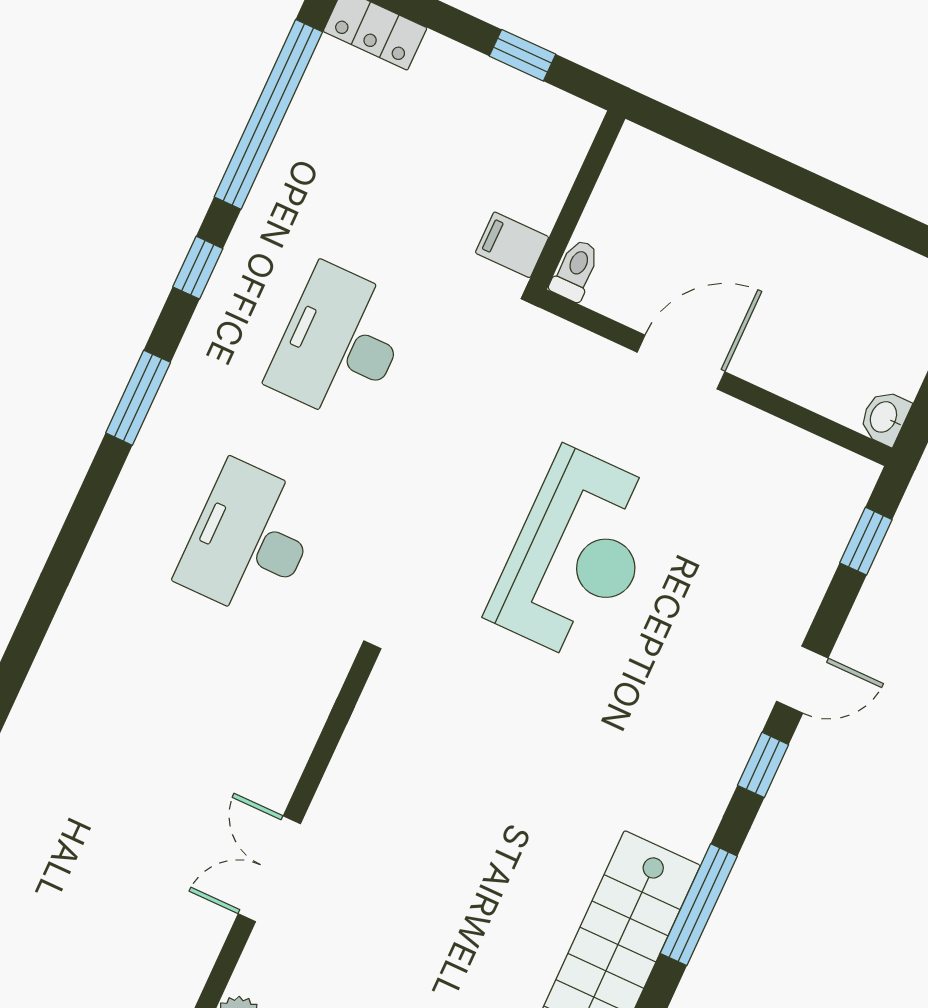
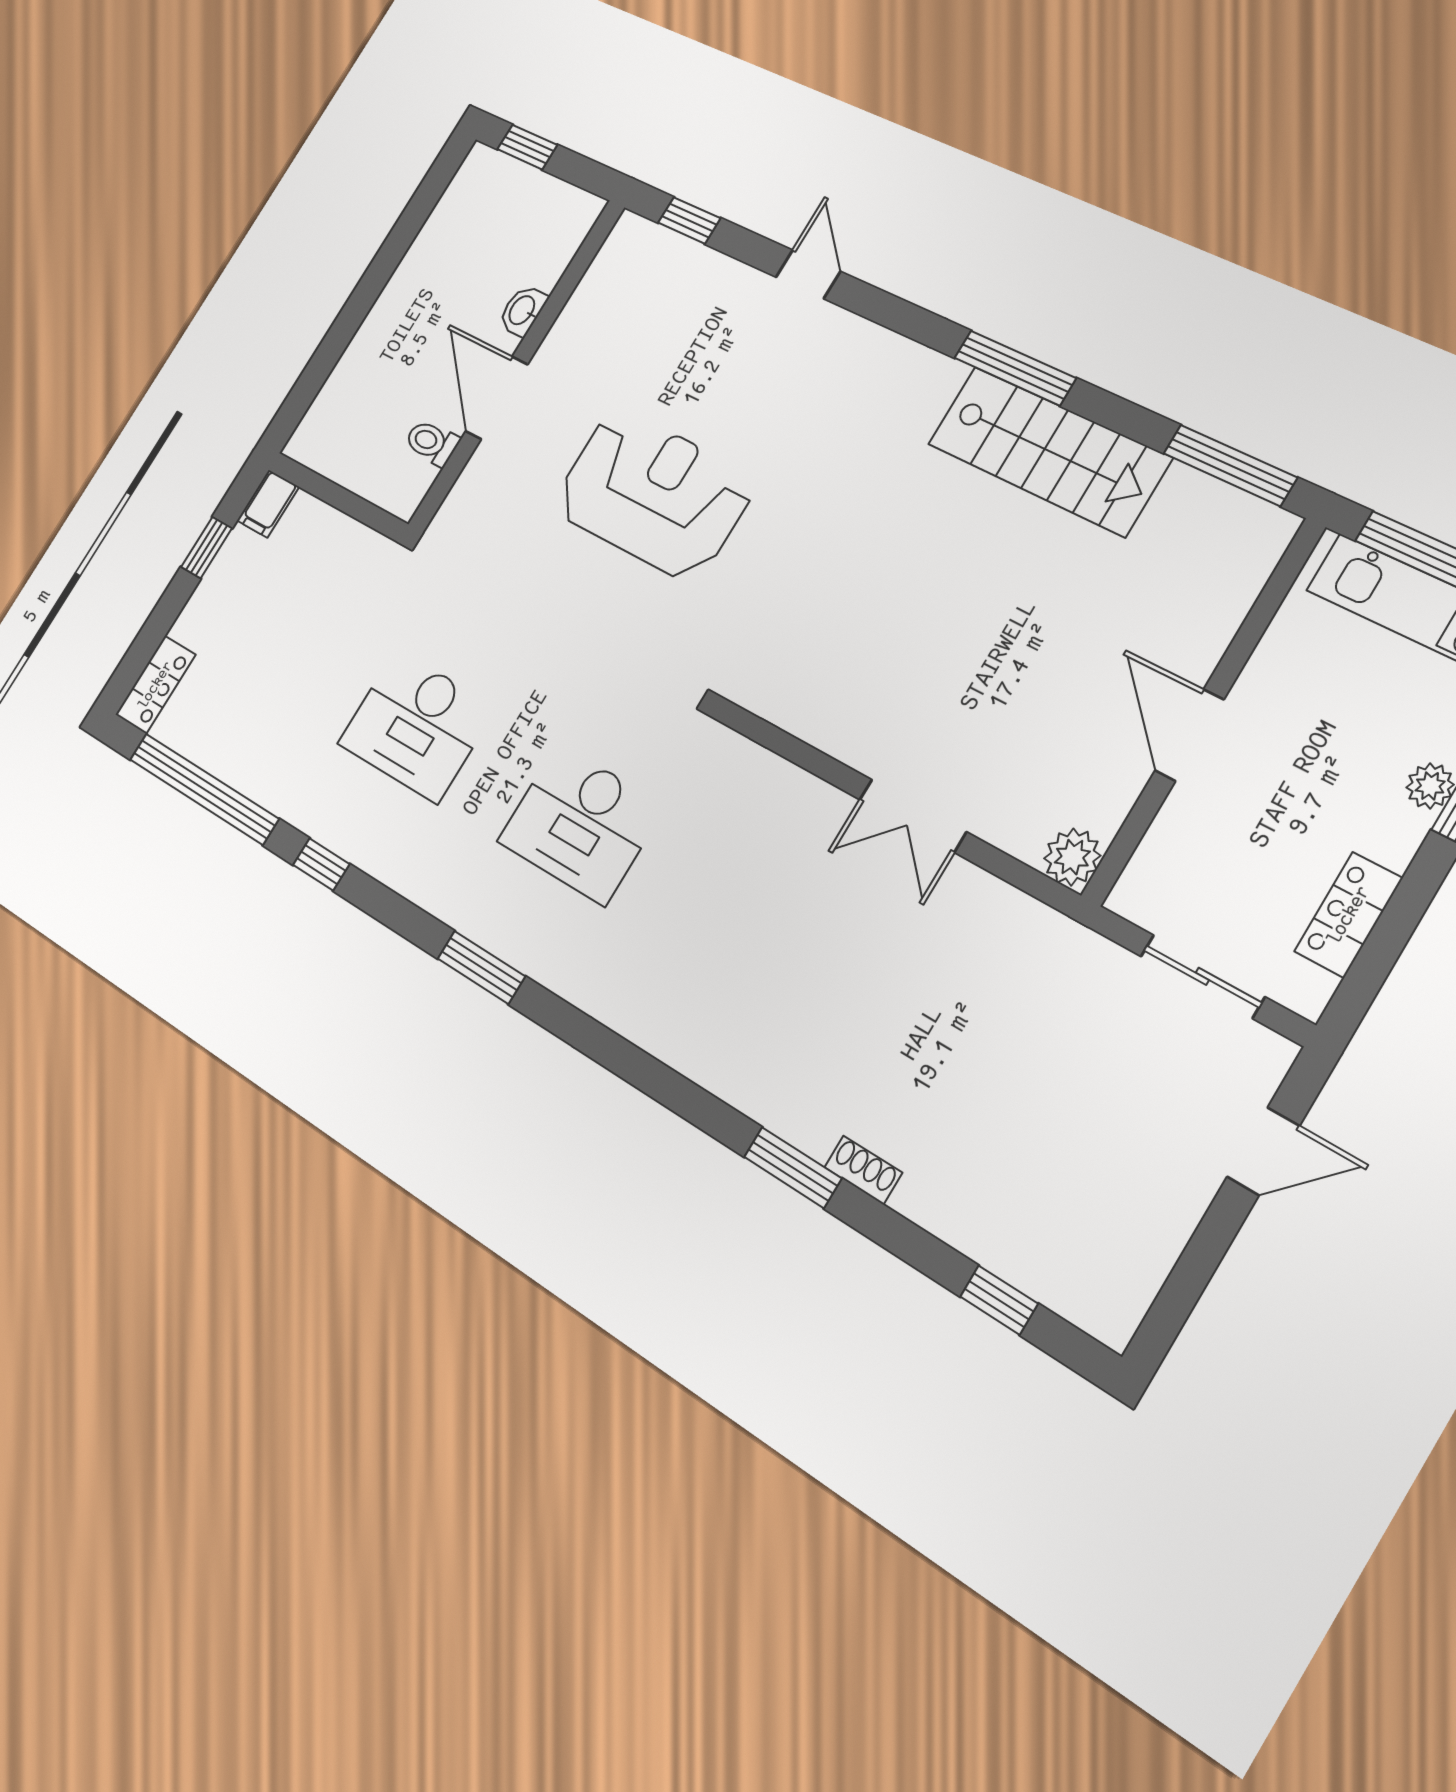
filing cabinet: (512, 245) -> (268, 504), moved
toilet: (575, 270) -> (432, 443), moved
window: (138, 398) -> (481, 967), moved
washbasin: (885, 417) -> (523, 311), moved, turned 90
window: (763, 765) -> (884, 309), removed

